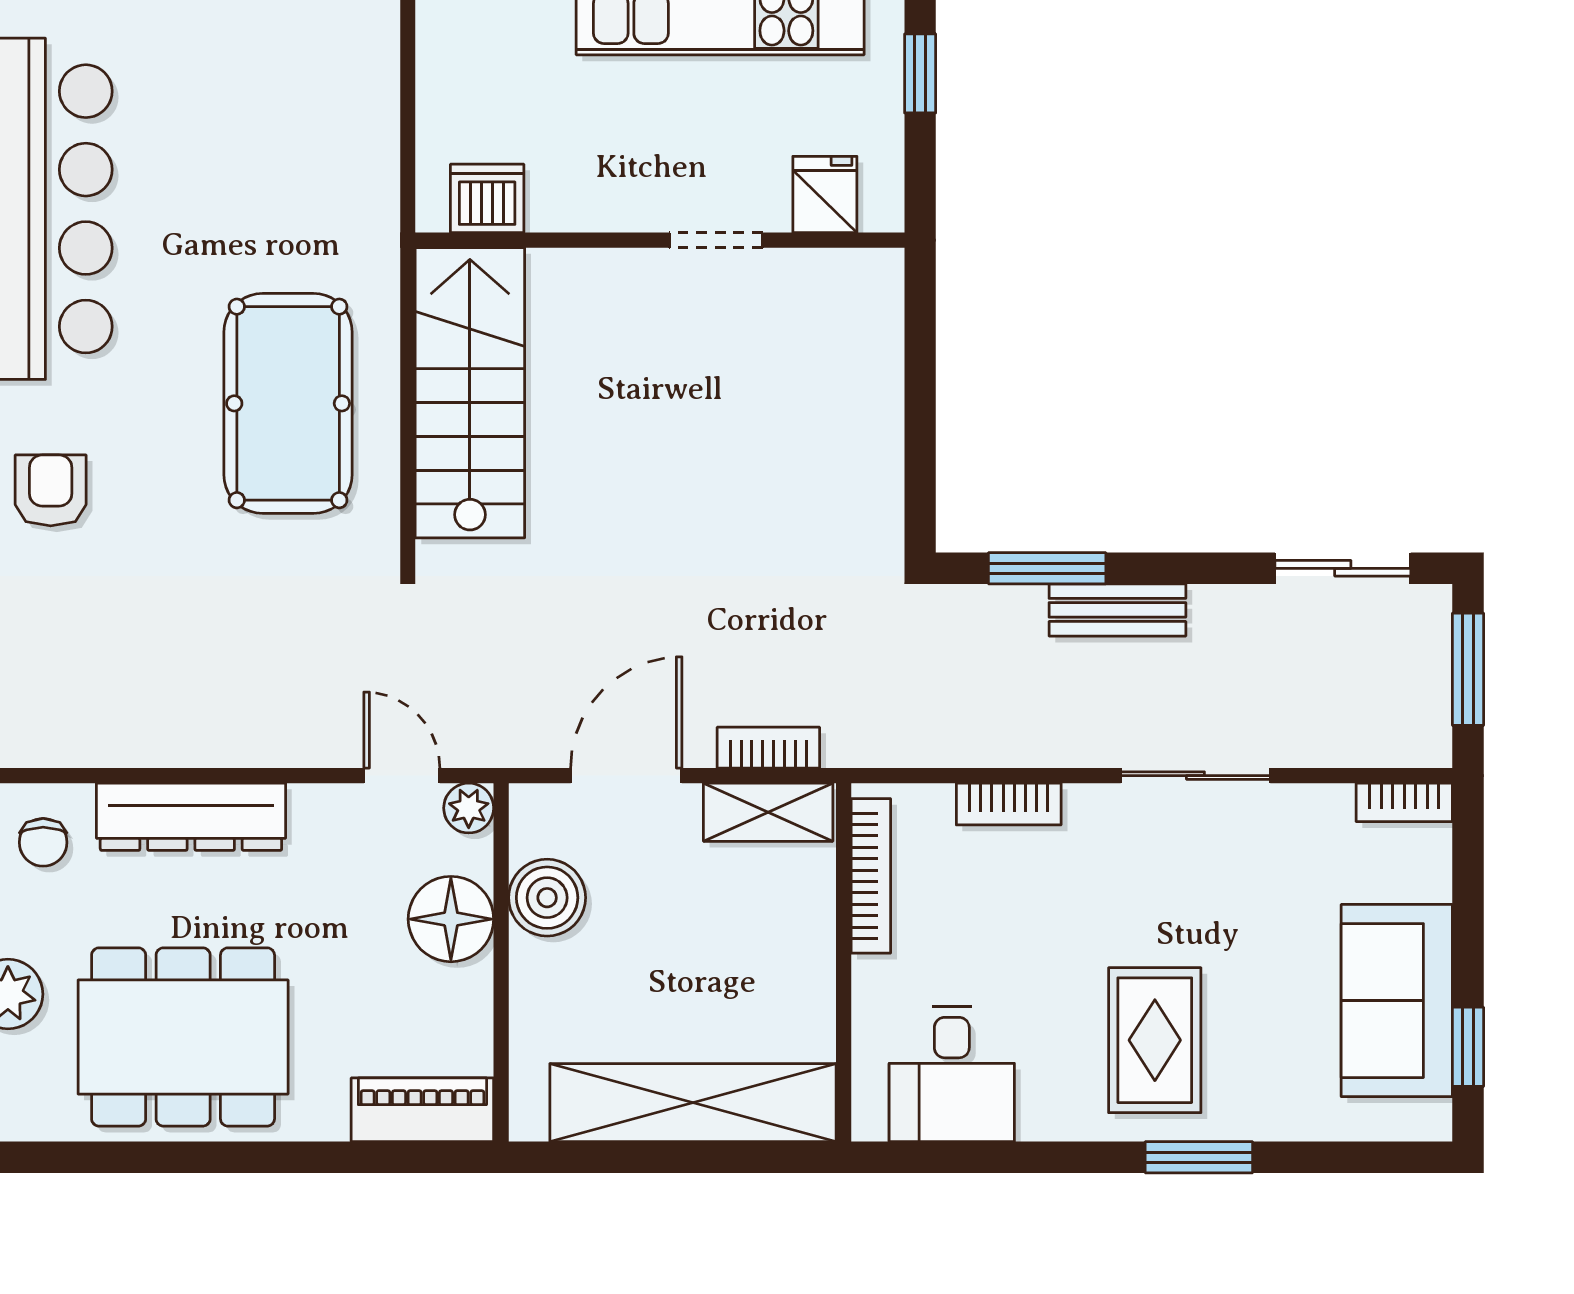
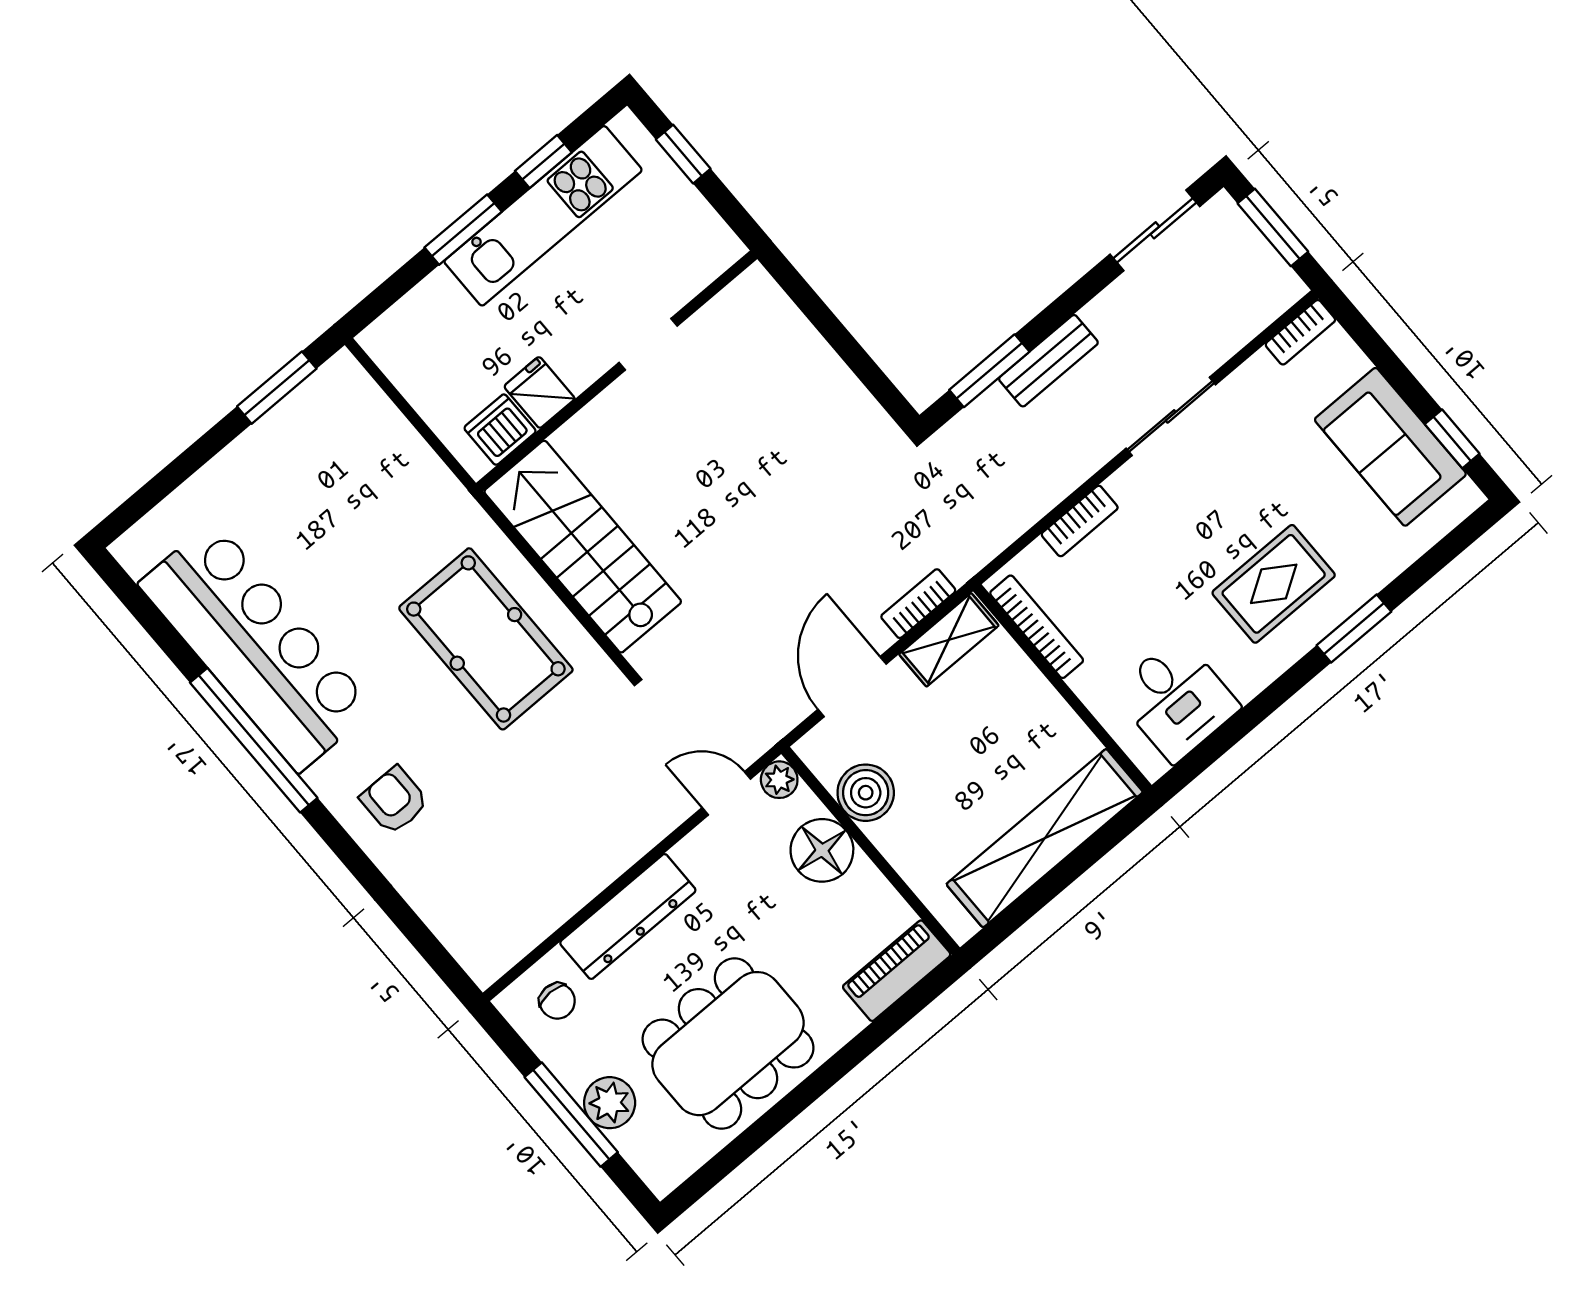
fridge: (825, 195) -> (539, 392), moved
rug: (1155, 1040) -> (1274, 584), turned 90

